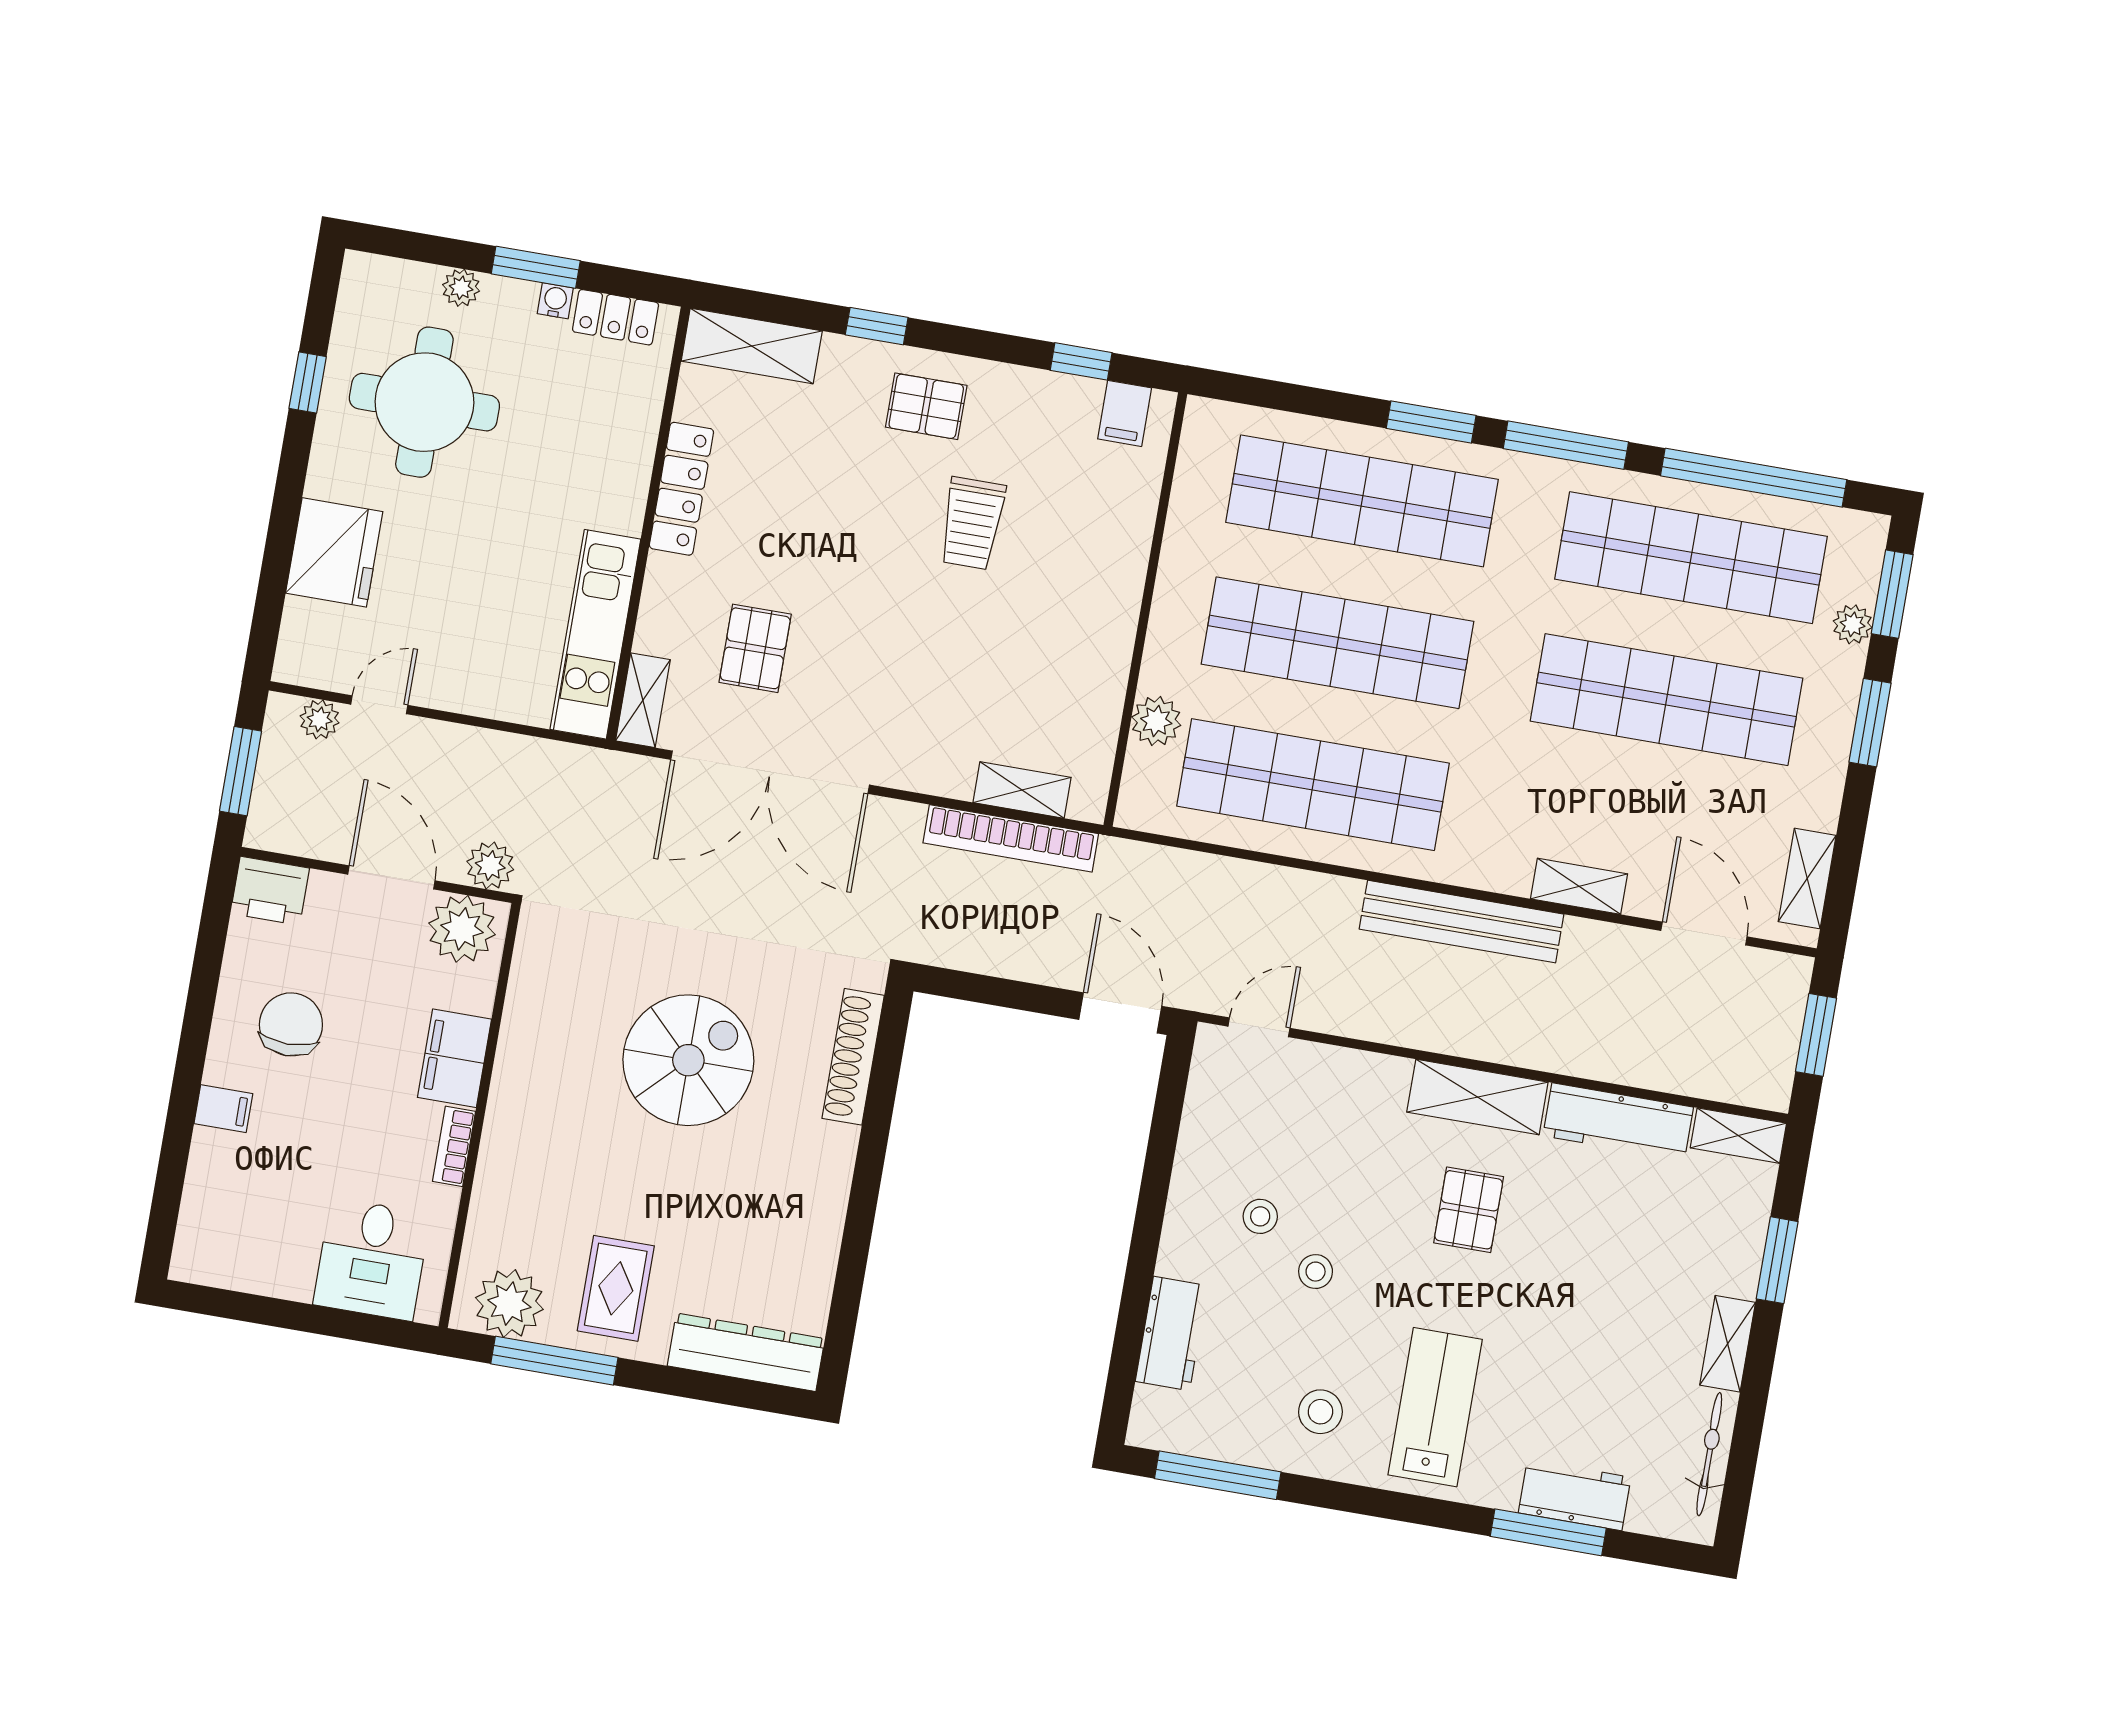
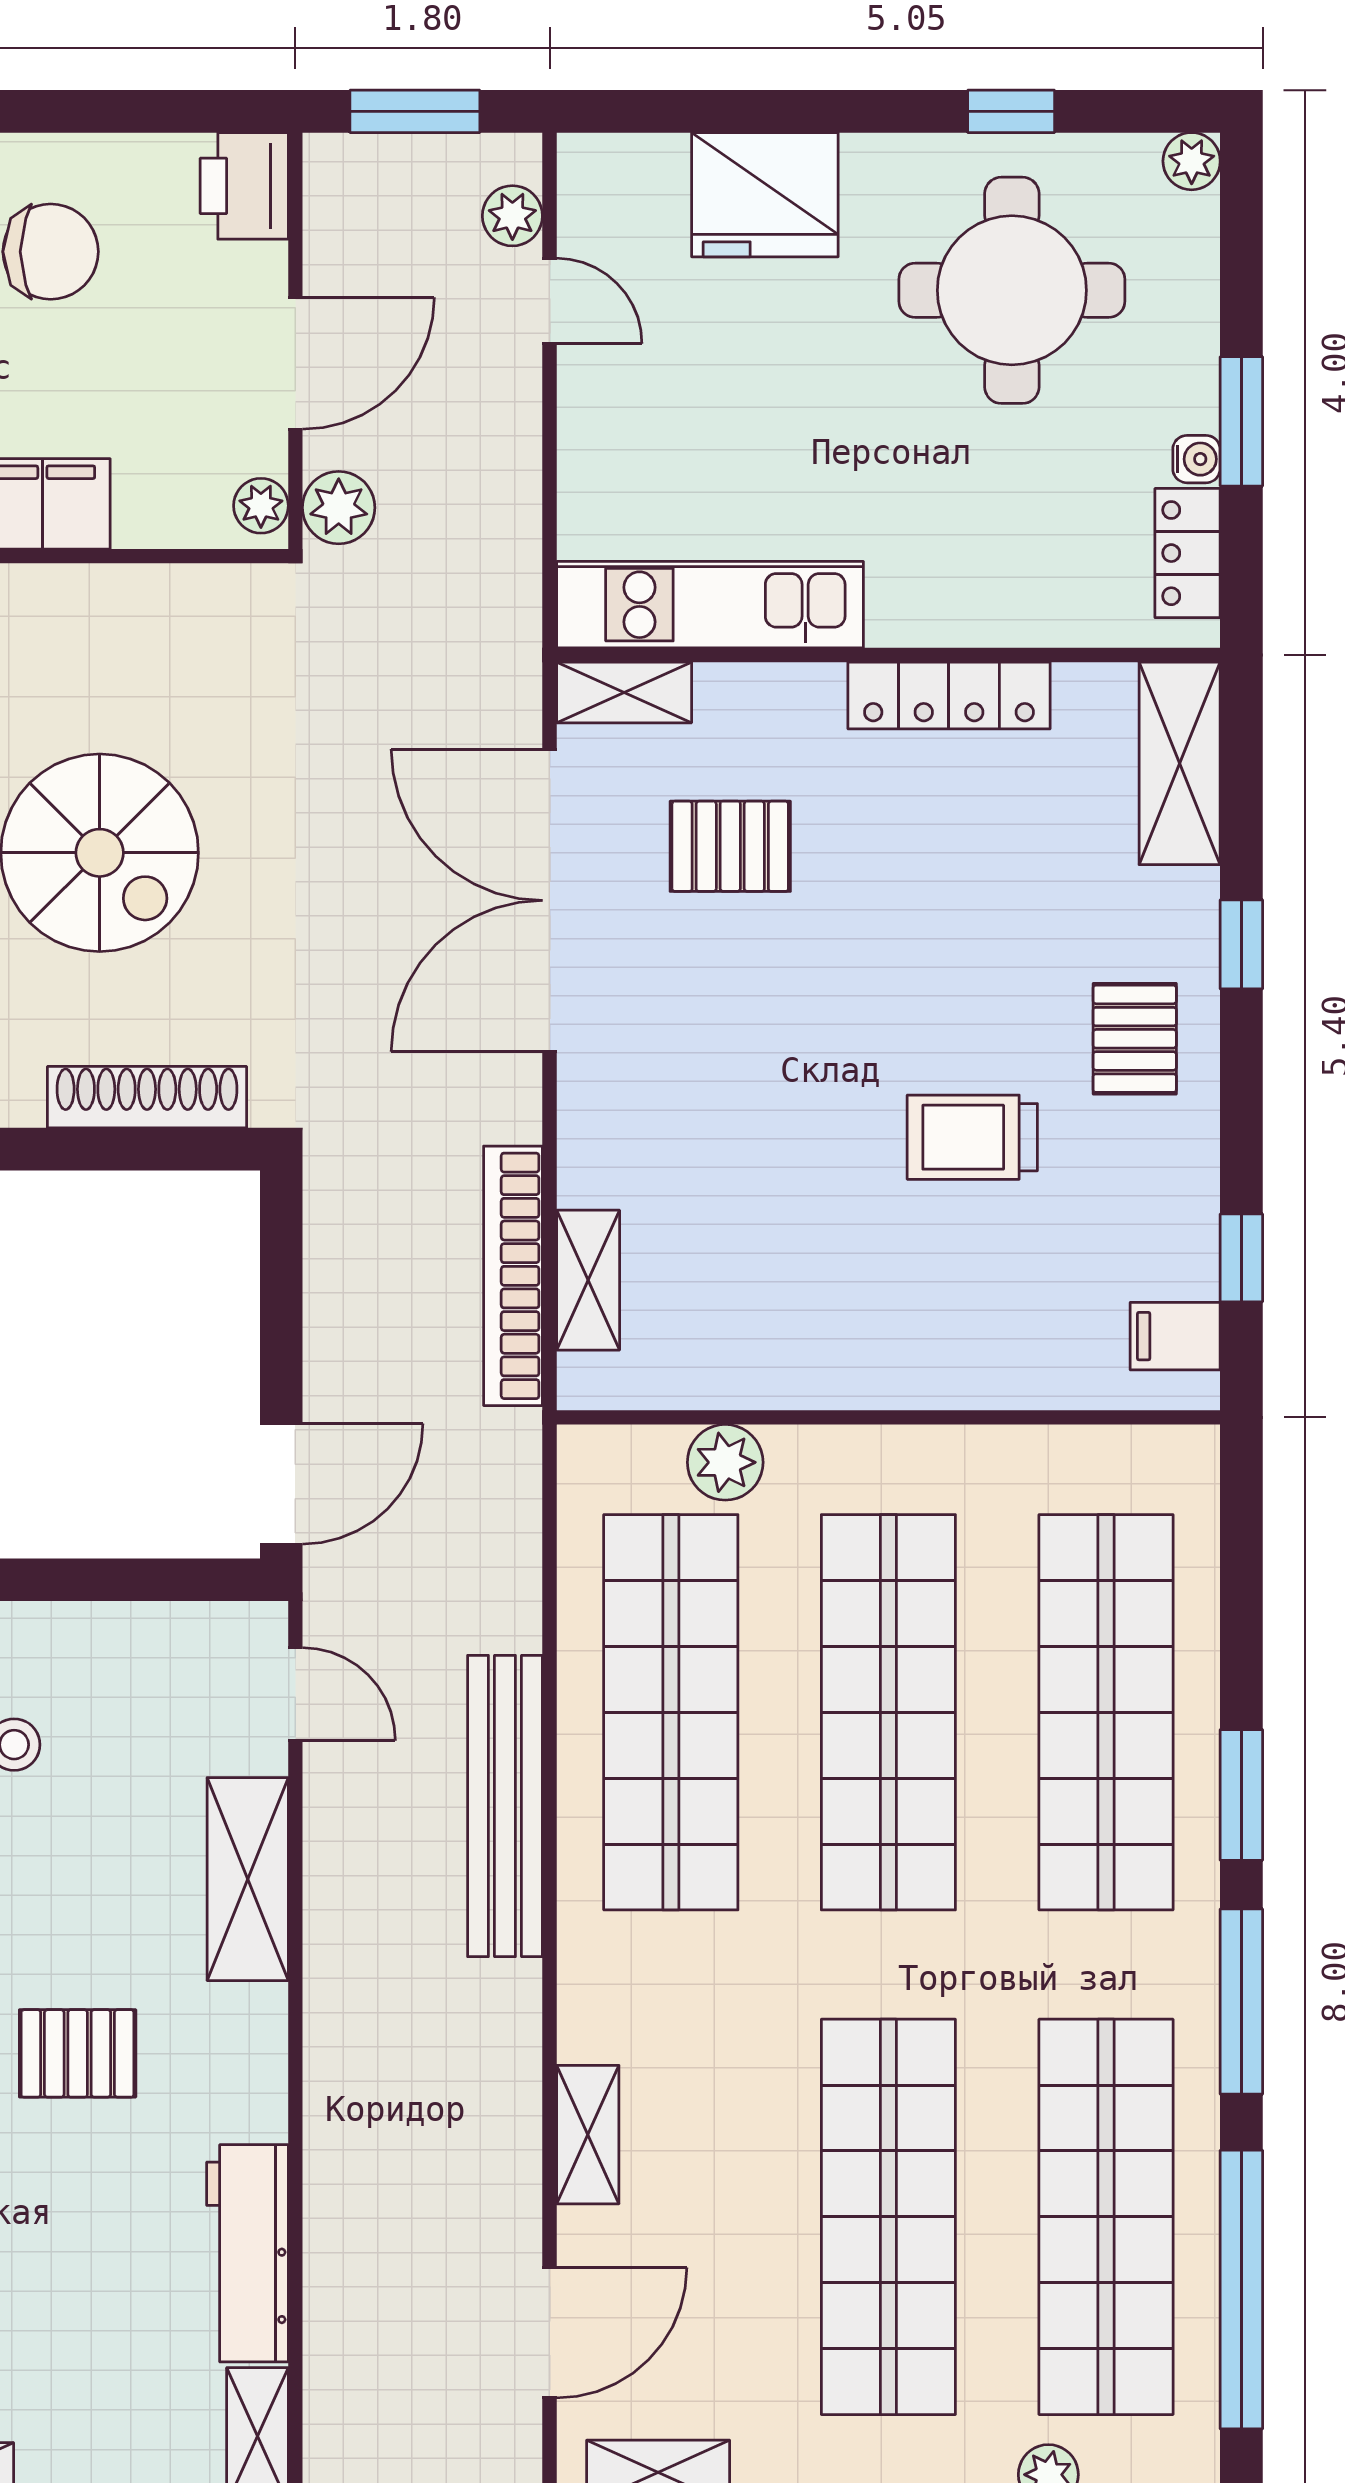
plant: (461, 288) -> (1192, 161), moved
bench: (1462, 922) -> (505, 1806), moved
plant: (462, 929) -> (261, 506), width x0.53, depth x0.53
shelving: (1477, 1097) -> (248, 1879), moved

